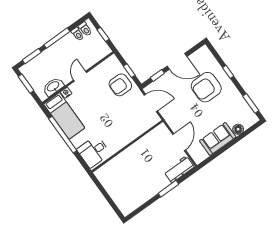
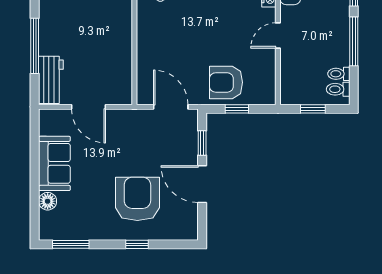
door: (177, 61) -> (202, 184), hinge flipped
door: (80, 76) -> (278, 35), swing flipped
armchair: (120, 85) -> (226, 82), turned -90
door: (151, 103) -> (171, 107), swing flipped
window: (168, 189) -> (35, 46), width x1.44

